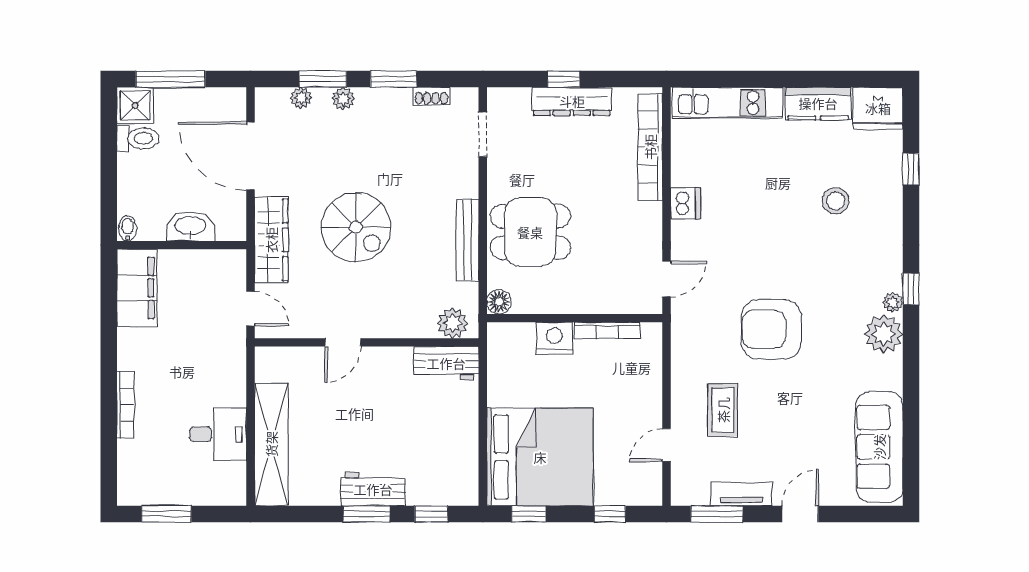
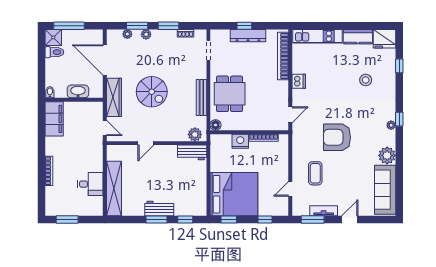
dining table: (530, 232) -> (230, 94), turned 90
plant: (884, 334) -> (387, 155), moved

